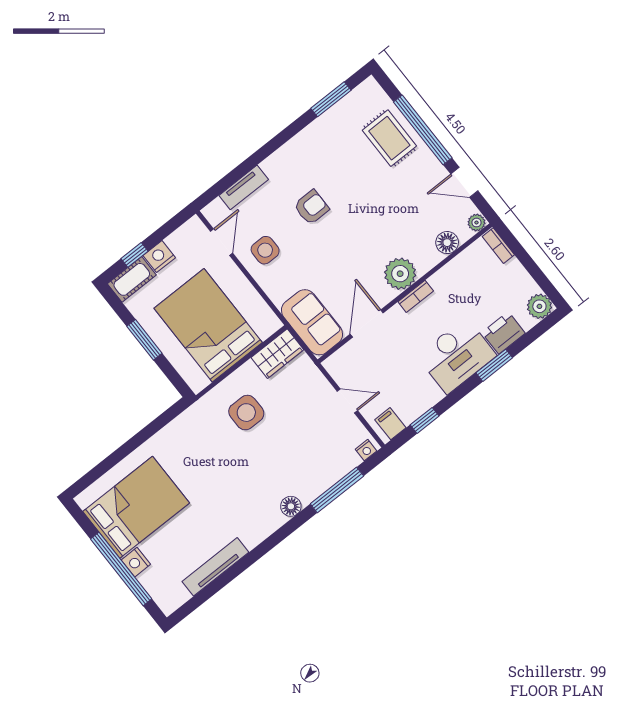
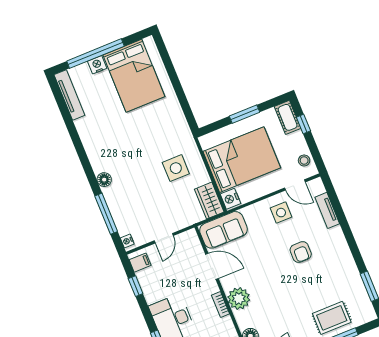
stool: (184, 239) -> (304, 160), added
nightstand: (159, 257) -> (230, 199), moved, turned 180
tv unit: (215, 567) -> (69, 95), moved

